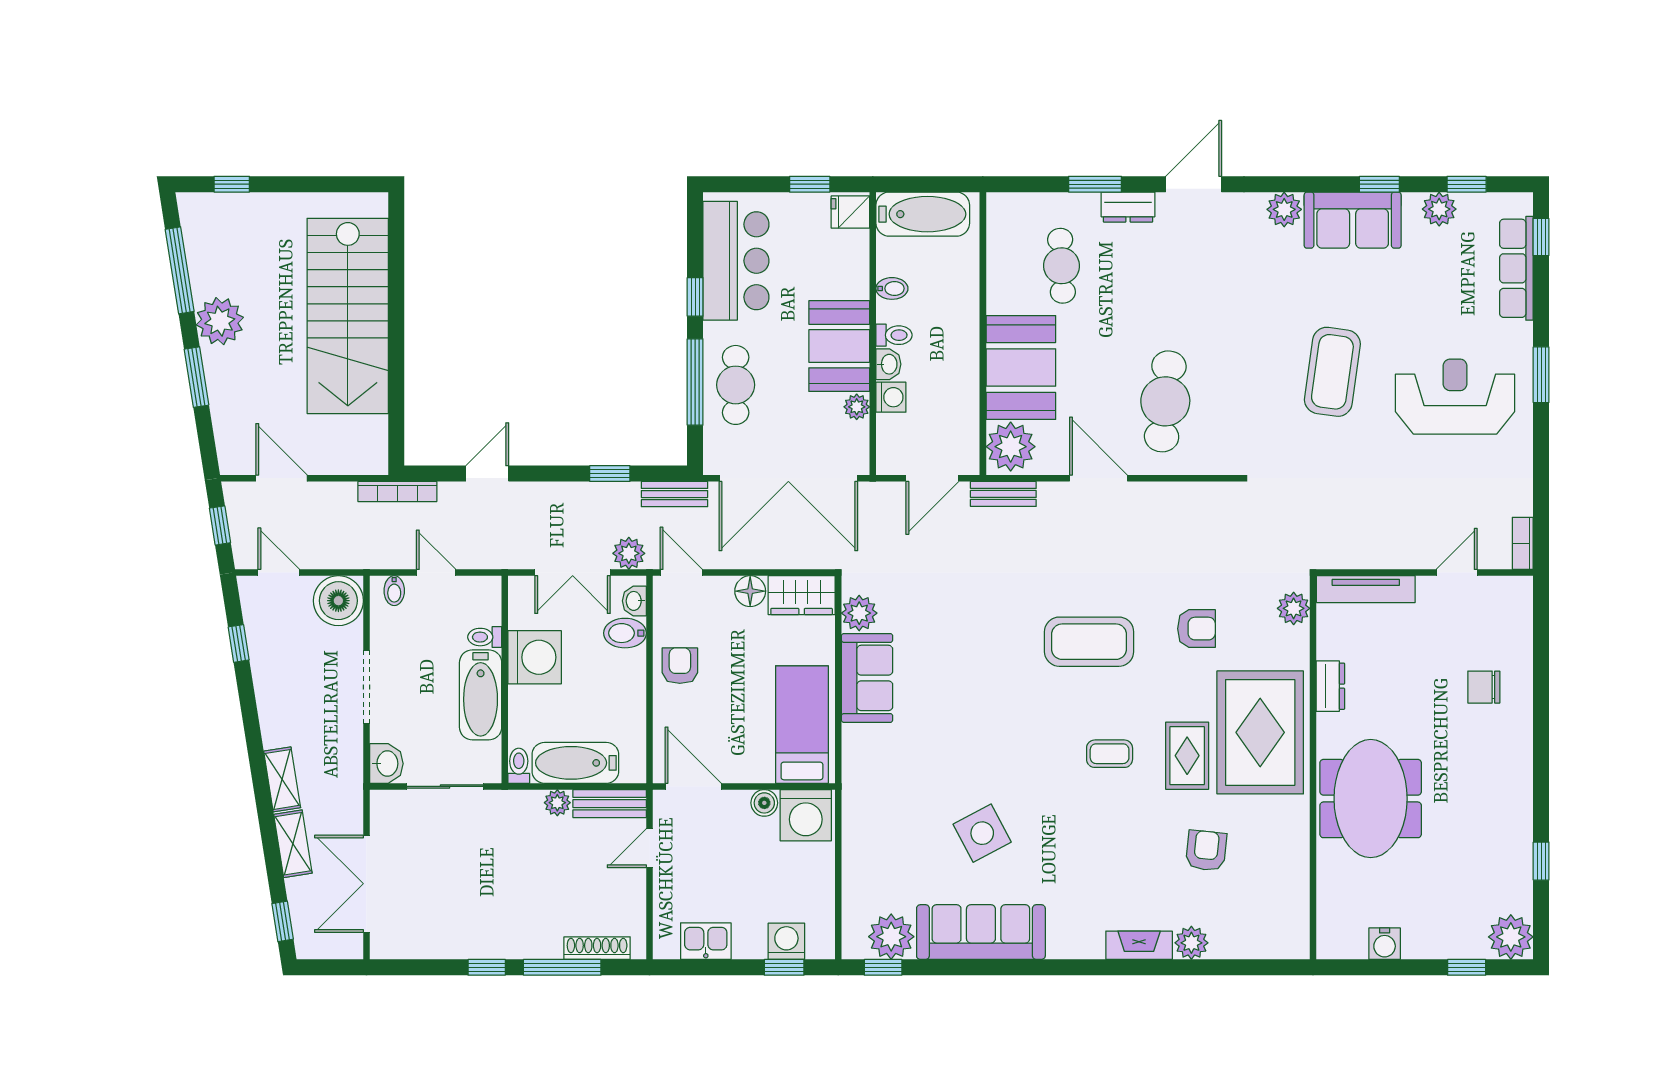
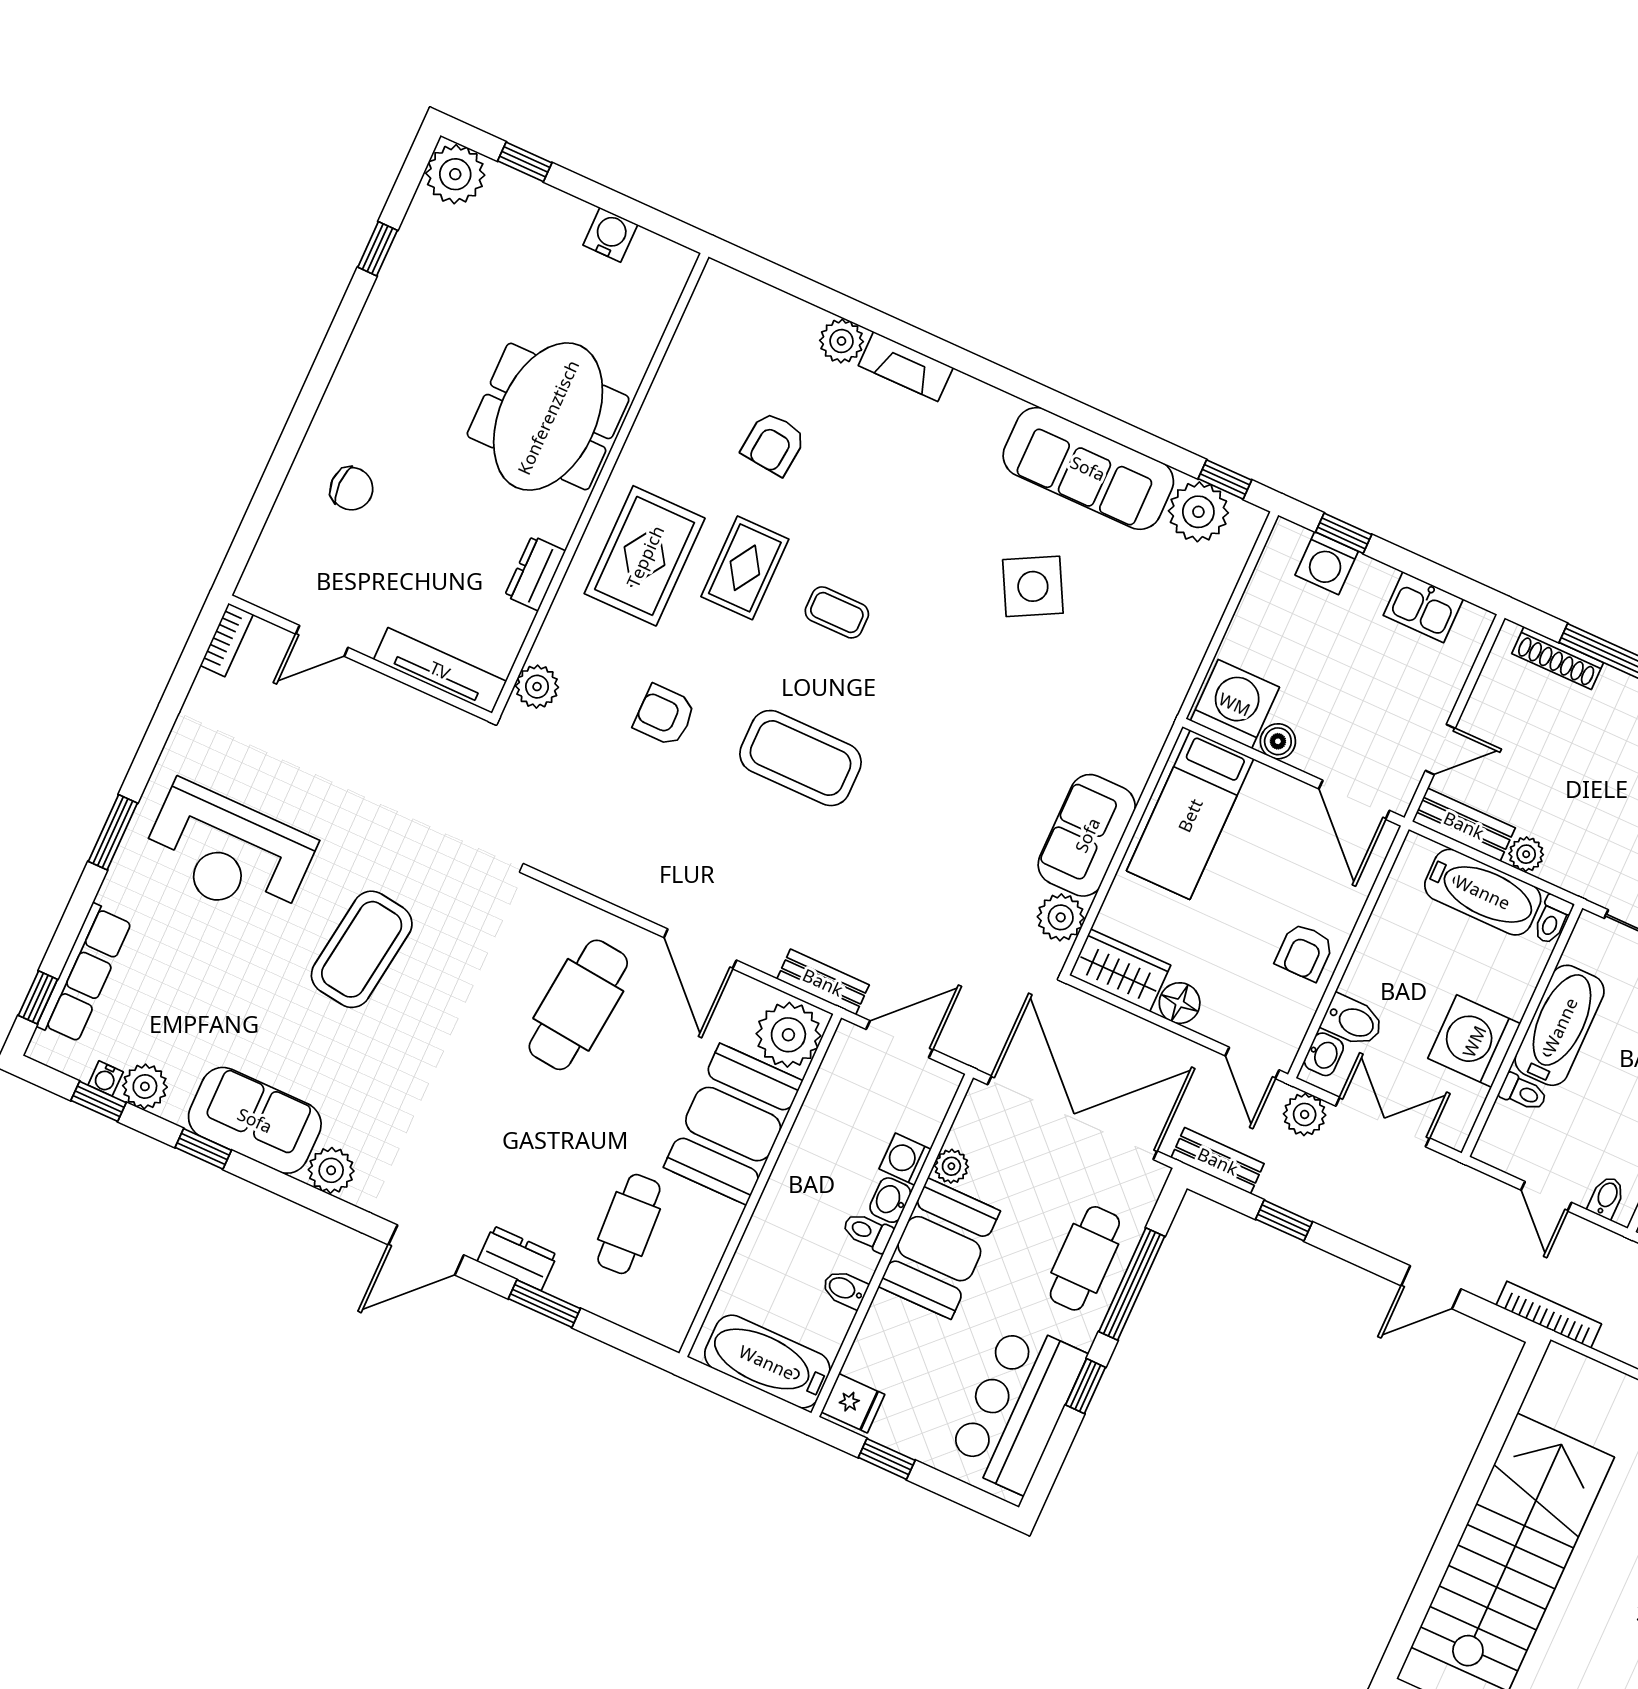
water cooler: (1469, 202) -> (106, 1078), added
rug: (1260, 732) -> (645, 556), width x0.73, depth x0.69

